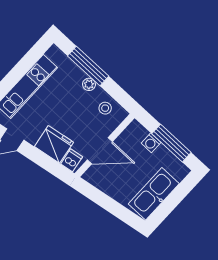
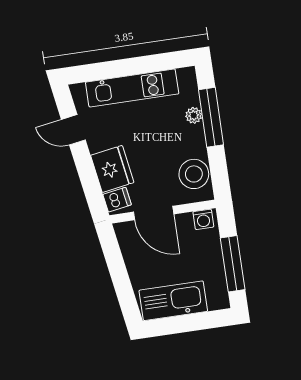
plant: (89, 84) -> (194, 115), moved
stool: (105, 108) -> (194, 174), width x1.89, depth x1.89
washing machine: (151, 143) -> (203, 219), moved, turned -90

